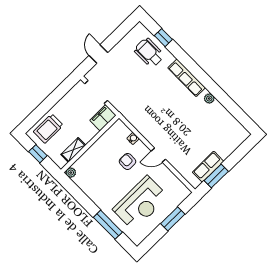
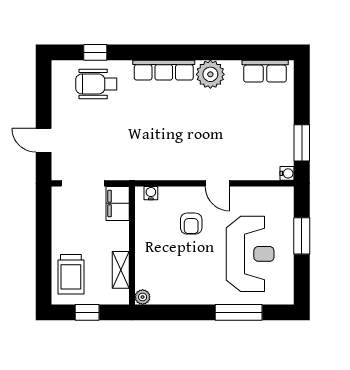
plant: (209, 98) -> (210, 74), width x1.88, depth x1.88
water cooler: (133, 138) -> (151, 193), moved
door: (158, 155) -> (217, 183), hinge flipped
armchair: (128, 161) -> (191, 224), turned -90
row of seats: (208, 167) -> (265, 71), moved, turned -90
water cooler: (195, 183) -> (287, 173), added

